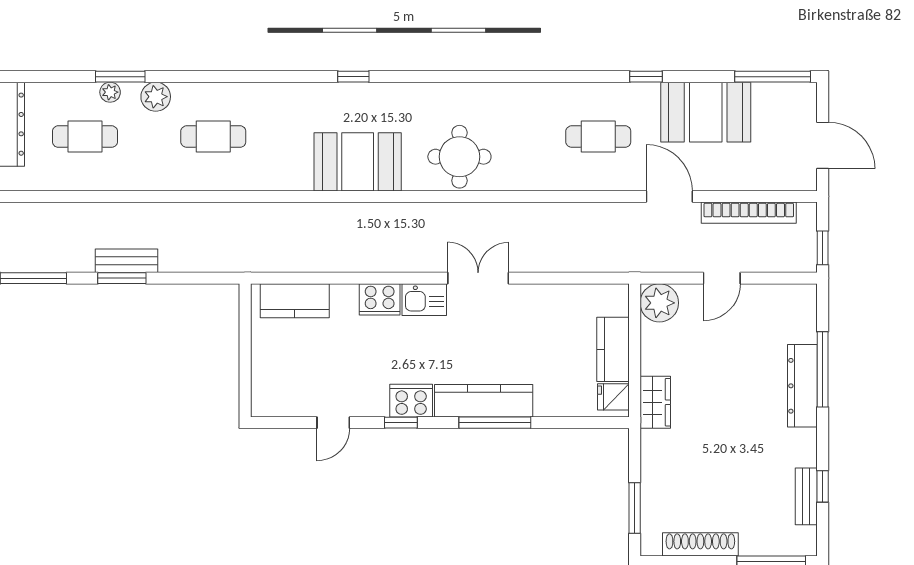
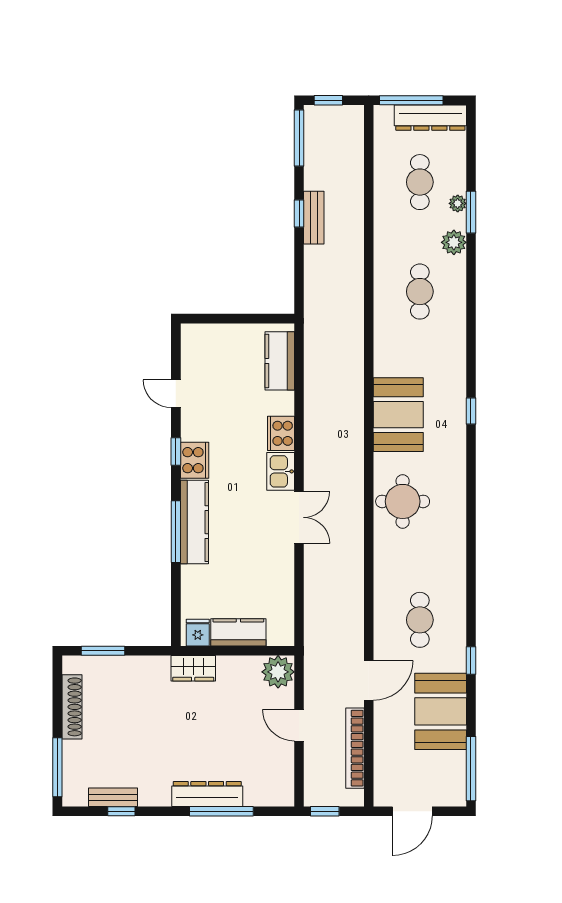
window: (122, 278) -> (299, 214), width x0.67

